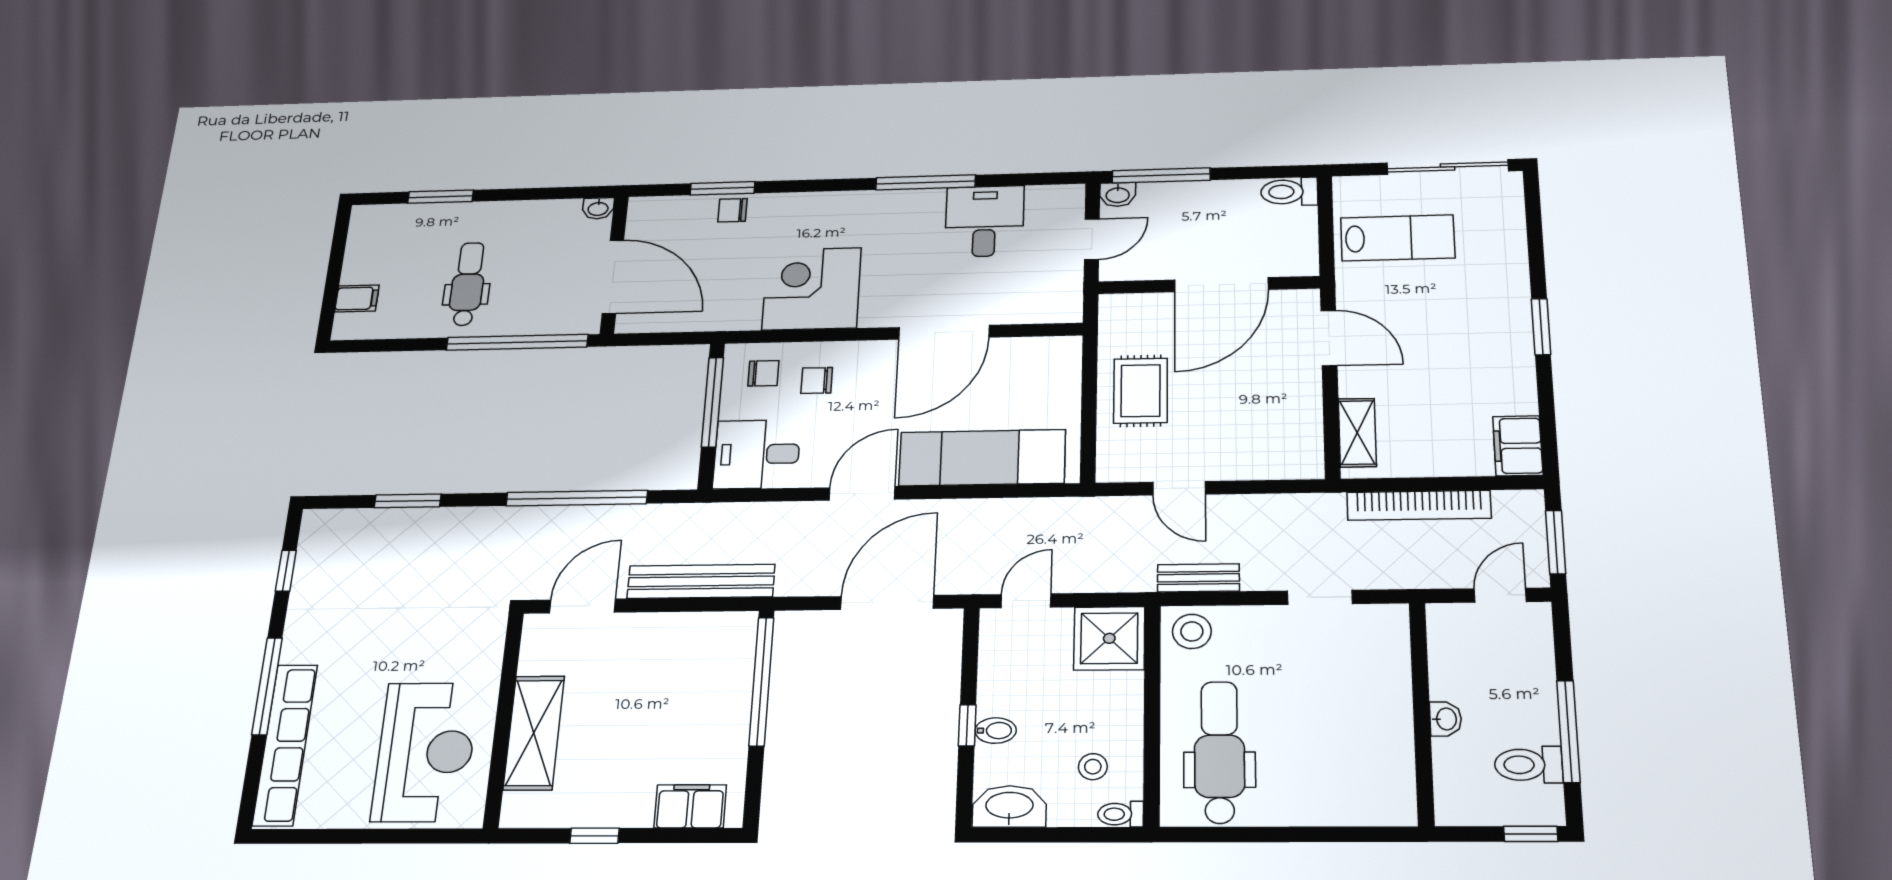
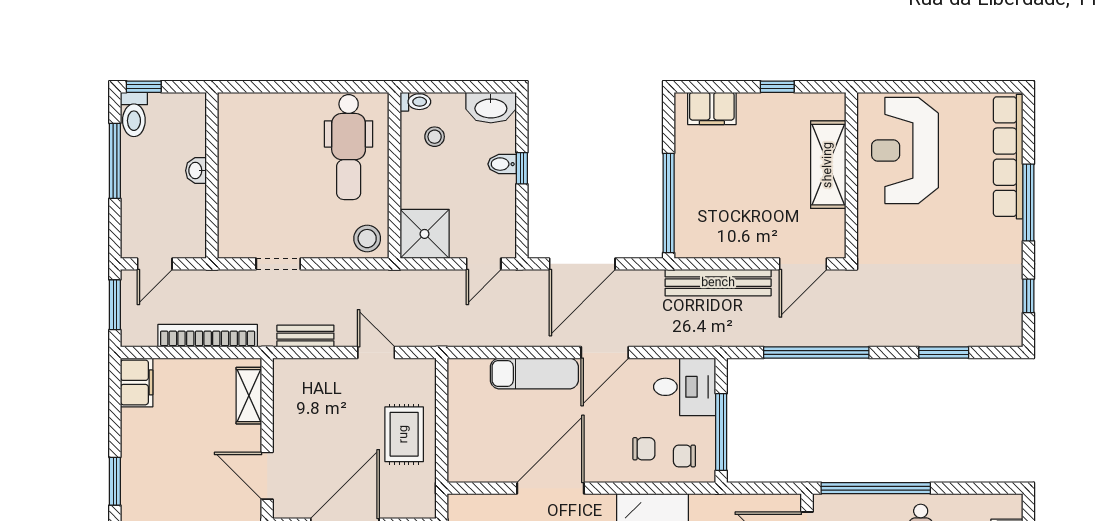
exam couch: (982, 458) -> (534, 373), width x0.73, depth x0.69
bench: (1198, 578) -> (305, 336), moved
toilet: (1528, 765) -> (134, 114), moved, turned 90

